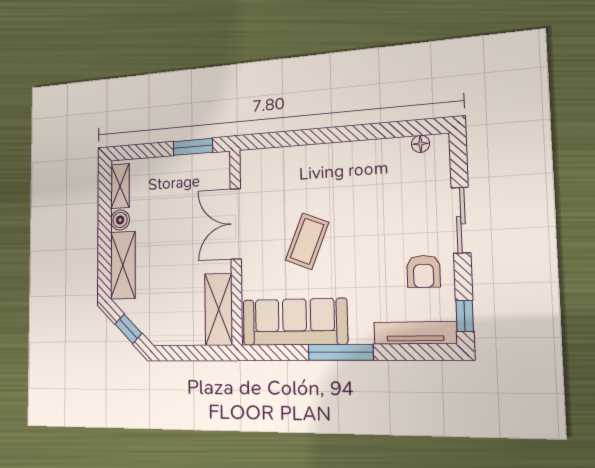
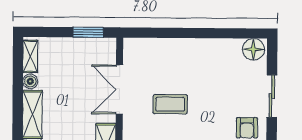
floor lamp: (421, 144) -> (253, 49), width x1.89, depth x1.89
coffee table: (307, 241) -> (170, 104), turned 68

